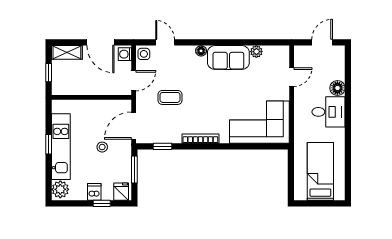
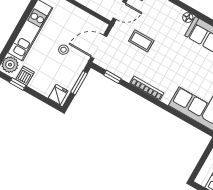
window: (49, 144) -> (21, 23), removed
dishwasher: (94, 192) -> (25, 76), moved
window: (102, 203) -> (18, 84), moved

